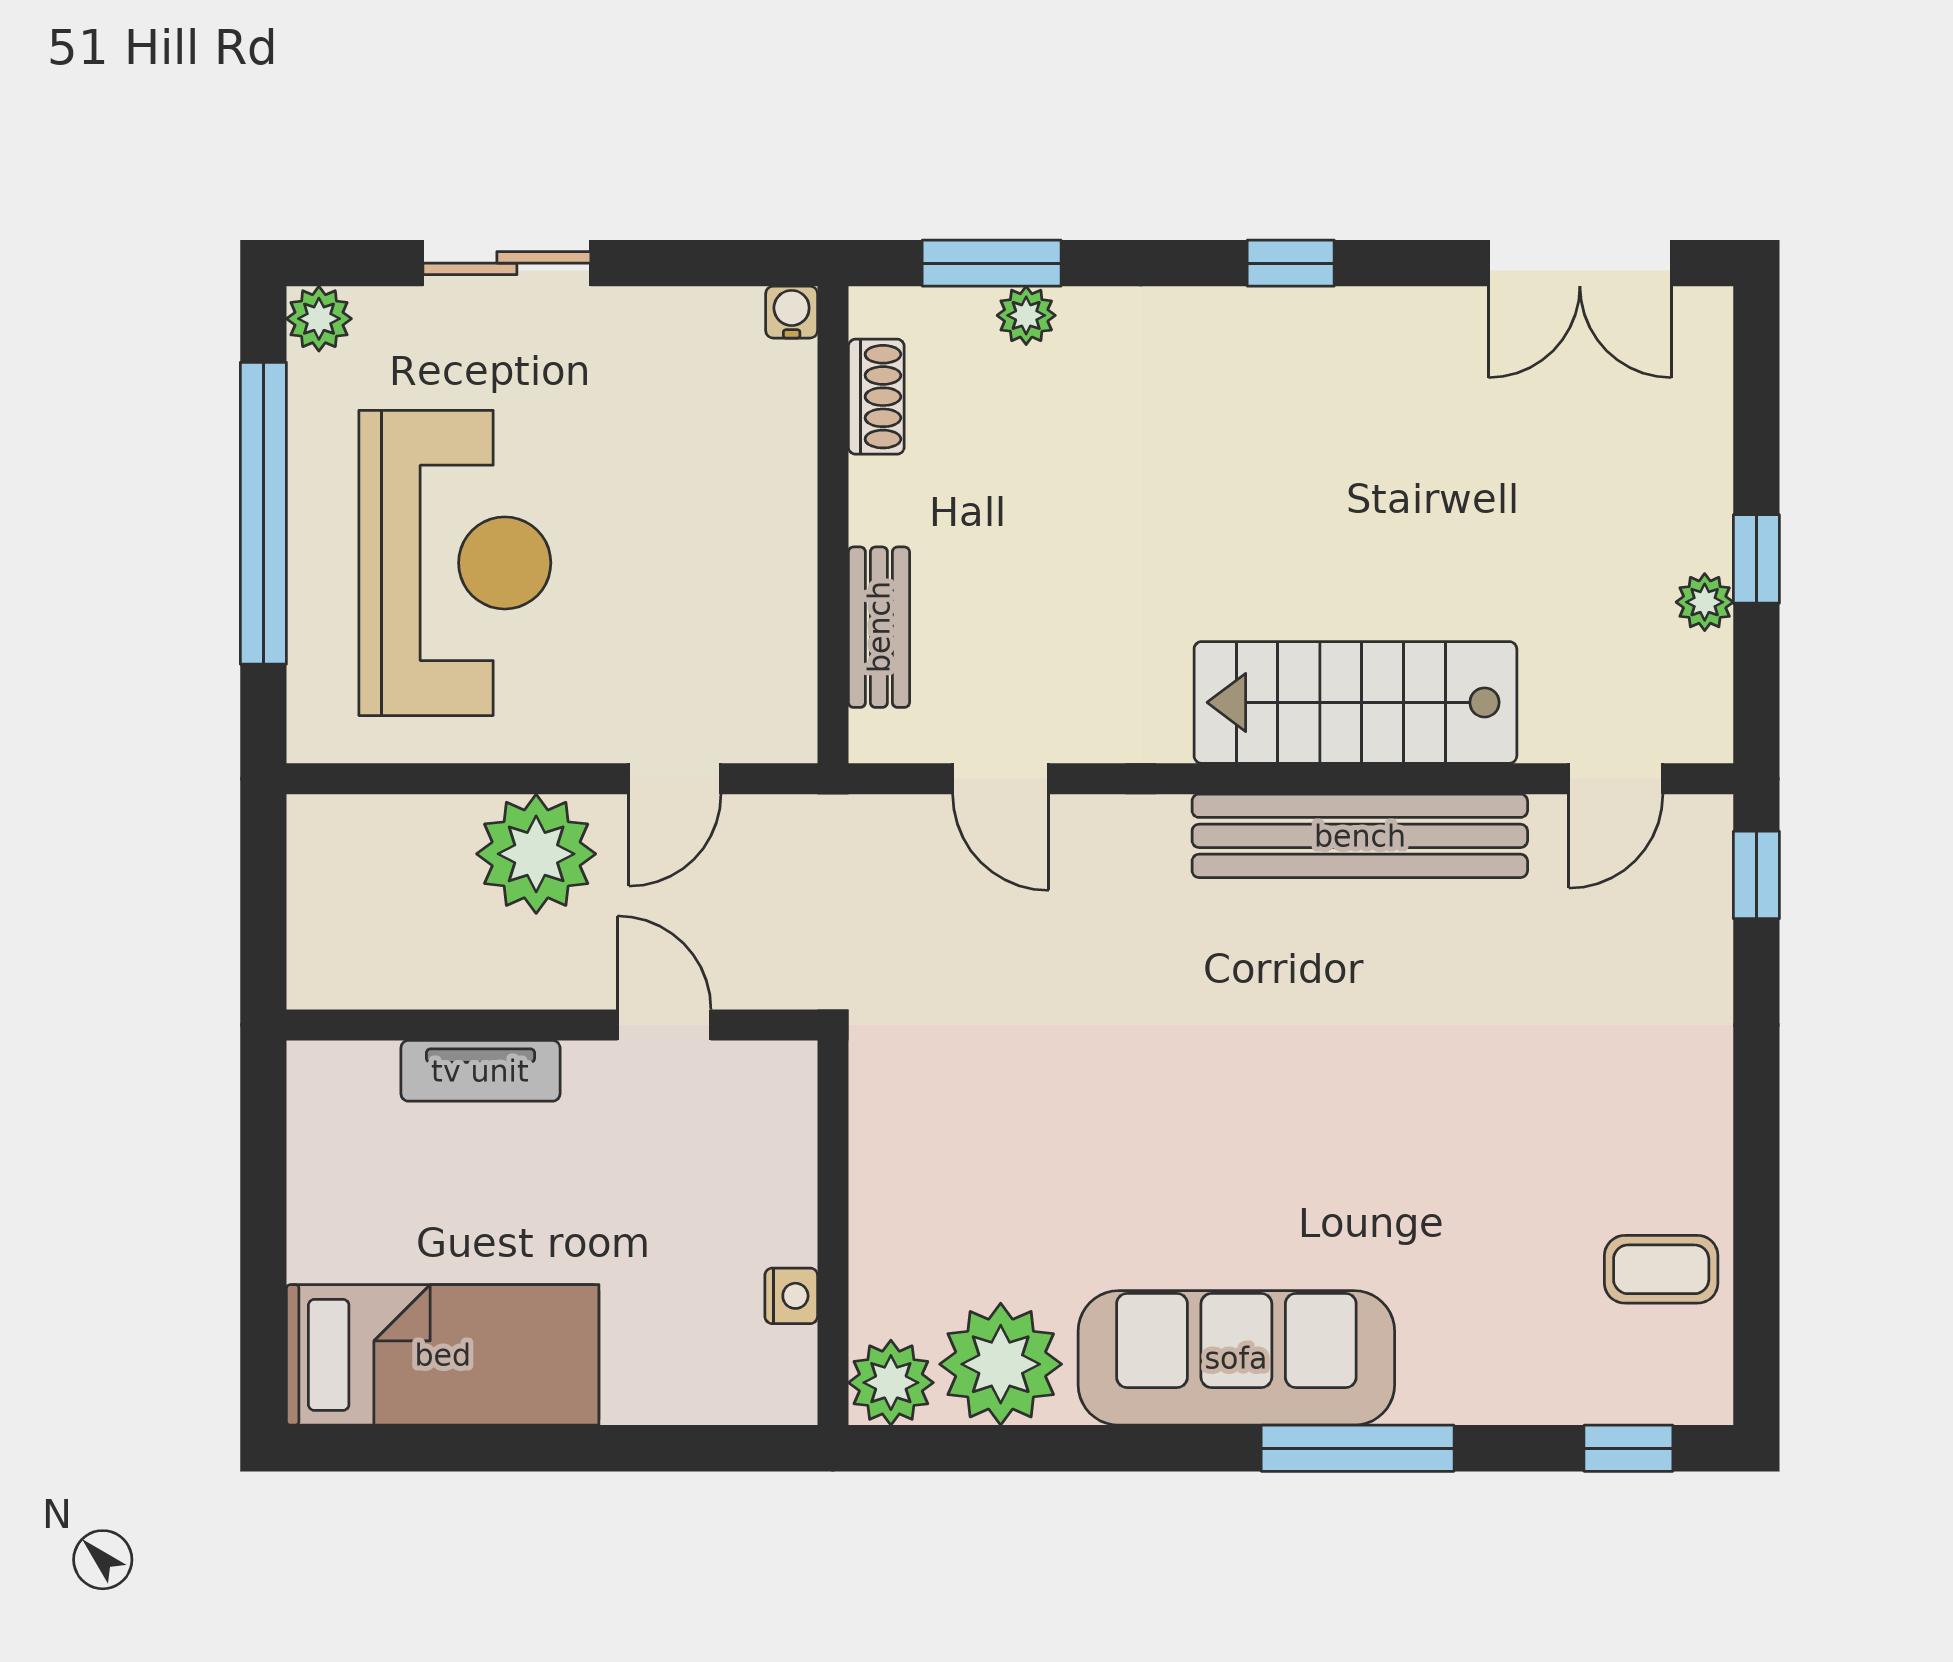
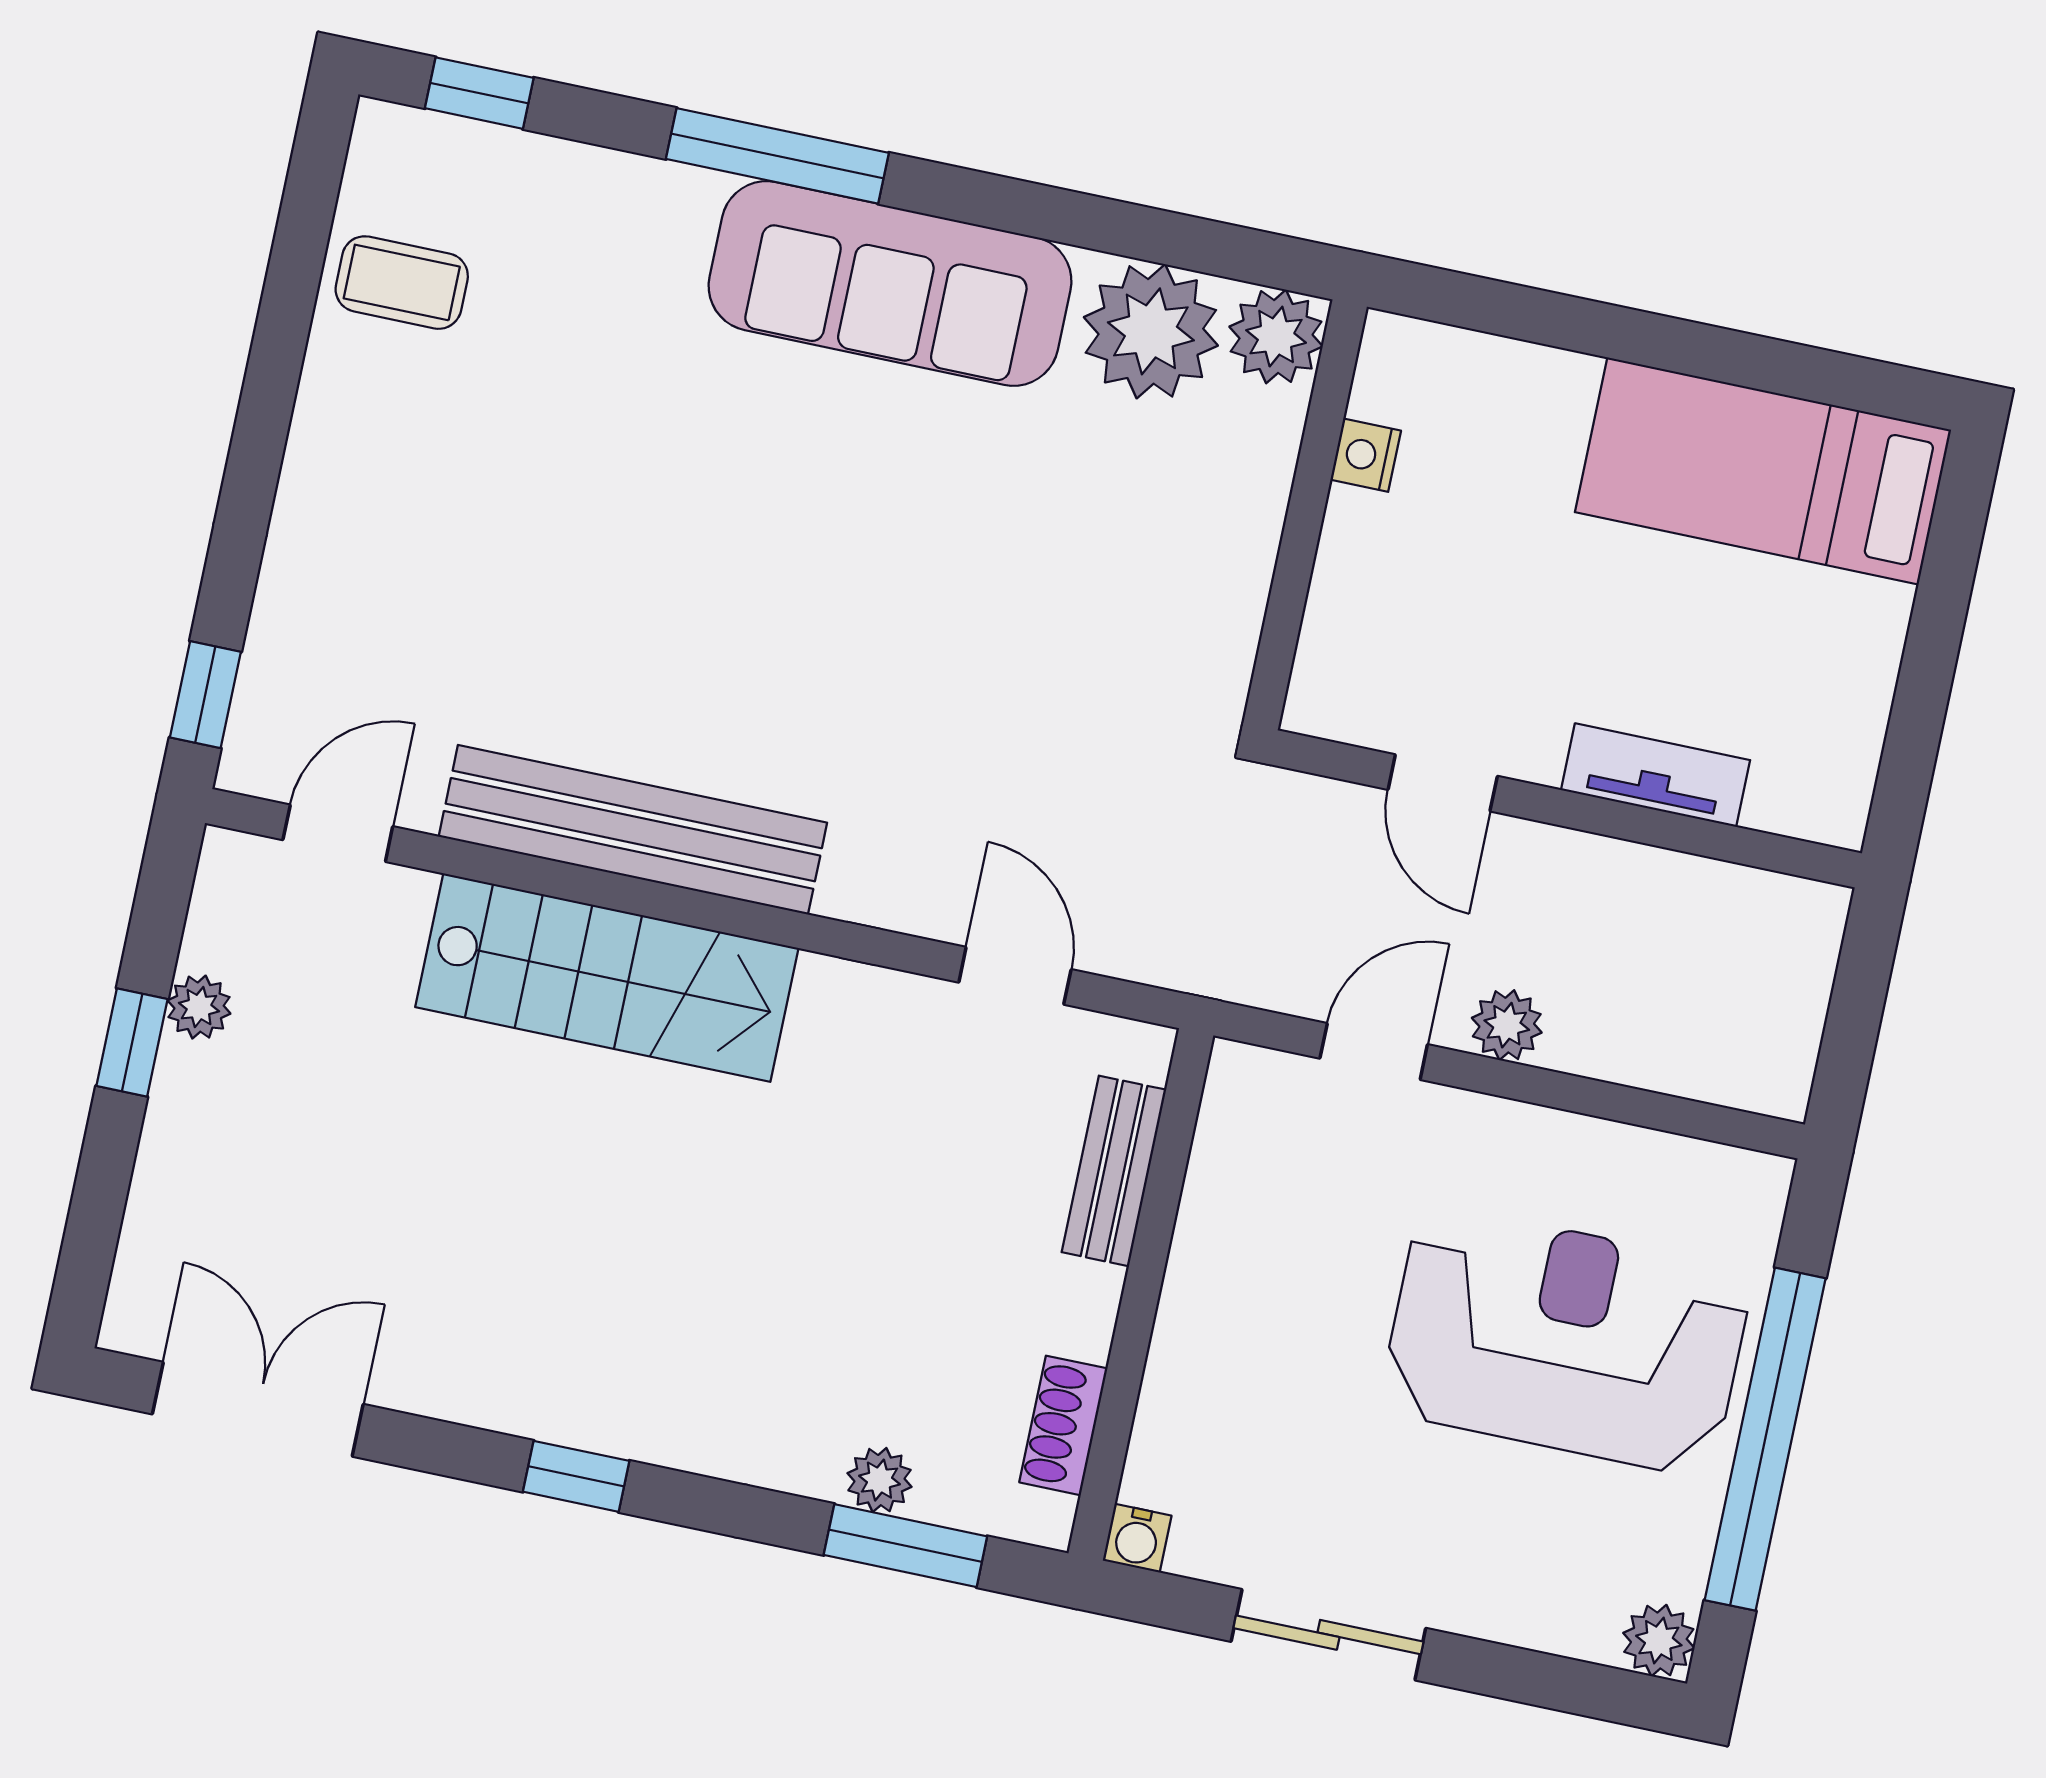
sliding door: (507, 263) -> (1328, 1635), moved
reception desk: (455, 563) -> (1566, 1340), turned 90
plant: (536, 854) -> (1507, 1025), width x0.53, depth x0.53

